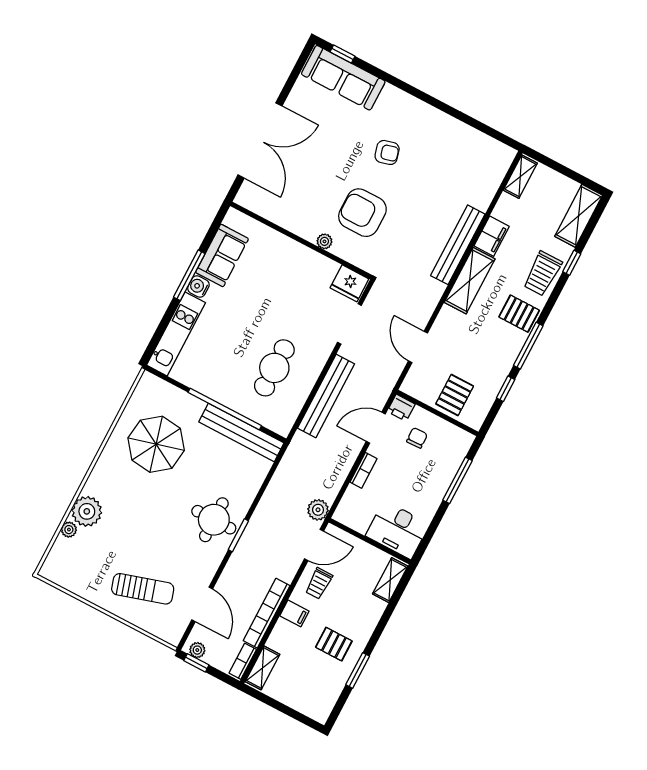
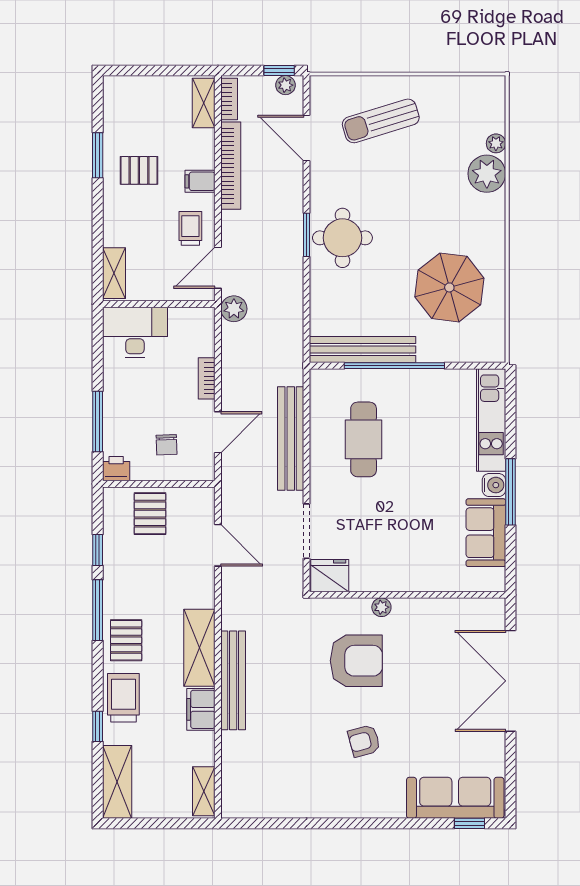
pallet: (519, 314) -> (126, 640), turned 90
printer: (401, 408) -> (116, 469), moved

